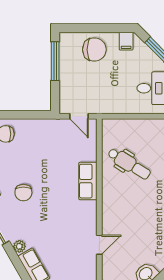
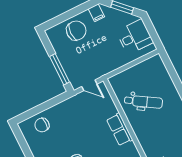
window: (55, 61) -> (60, 69), moved

